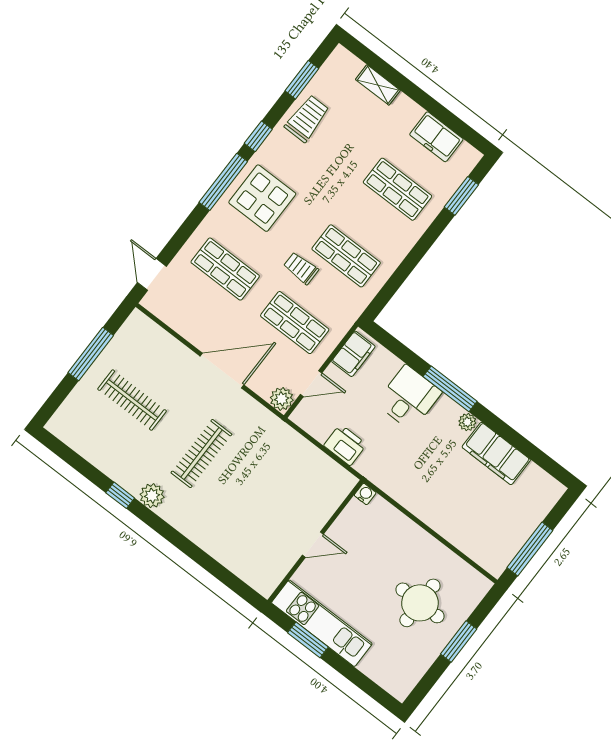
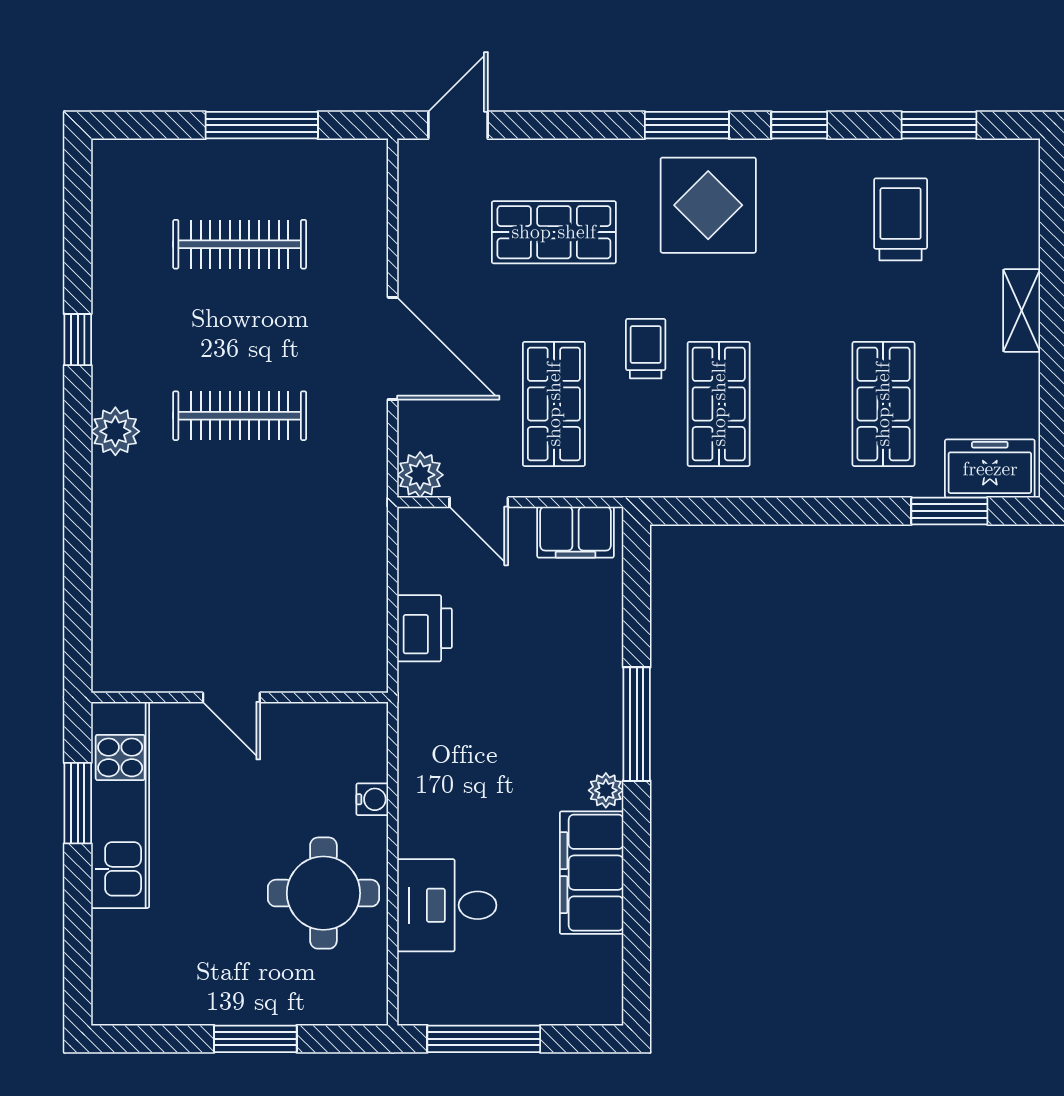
shelving: (378, 85) -> (1022, 311), moved
trolley: (307, 119) -> (901, 219), moved, turned -90
freezer: (436, 137) -> (990, 469), moved, turned 90
window: (223, 182) -> (687, 125), width x0.69
shop shelf: (225, 269) -> (554, 232), turned 90
desk: (409, 398) -> (447, 905), moved, turned 180
clothes rail: (132, 400) -> (240, 244), turned 90
water cooler: (365, 494) -> (372, 799), moved
plant: (152, 496) -> (115, 431), moved
round table: (420, 603) -> (323, 893), moved

